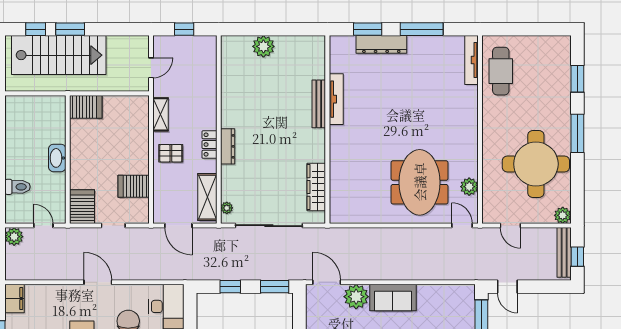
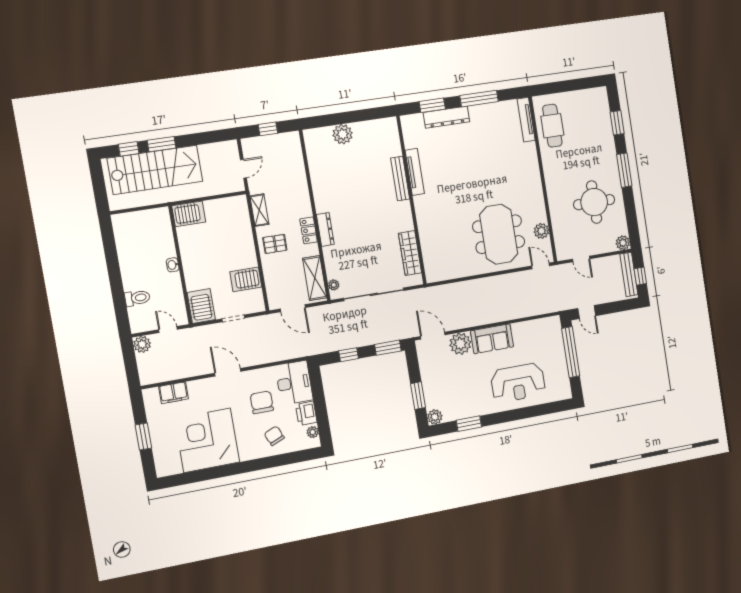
washbasin: (57, 158) -> (173, 265), width x0.52, depth x0.69
round table: (536, 164) -> (594, 202), width x0.73, depth x0.73
filing cabinet: (15, 299) -> (174, 393), moved, turned 90

